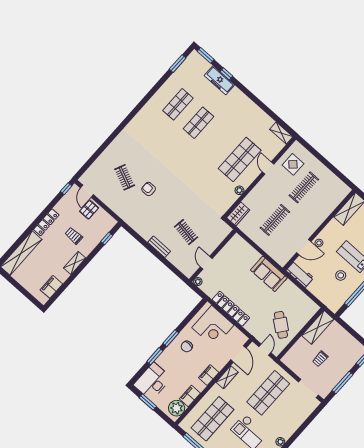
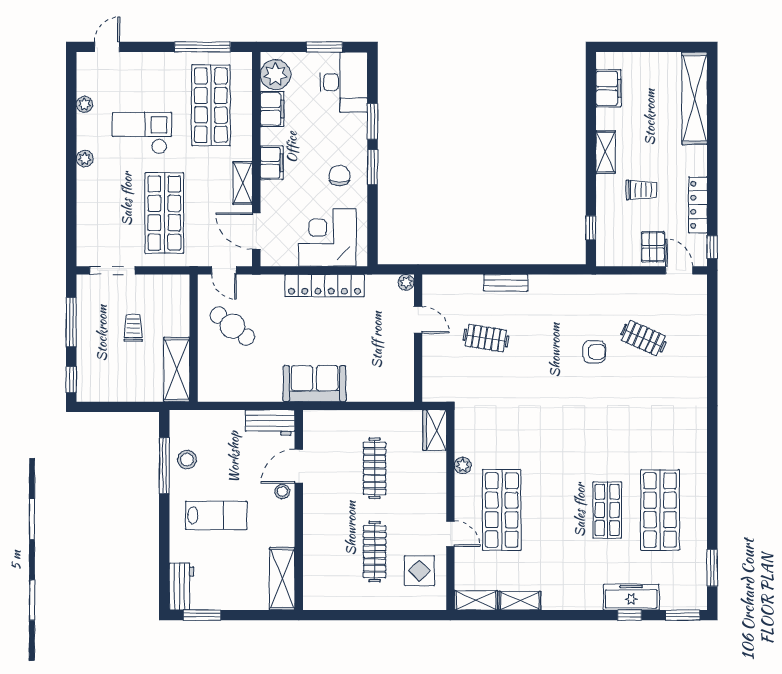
shop shelf: (178, 104) -> (660, 510), width x1.43, depth x1.36
shelving: (264, 118) -> (520, 601), added
locker: (46, 222) -> (698, 205), moved
stool: (341, 275) -> (187, 460), moved

